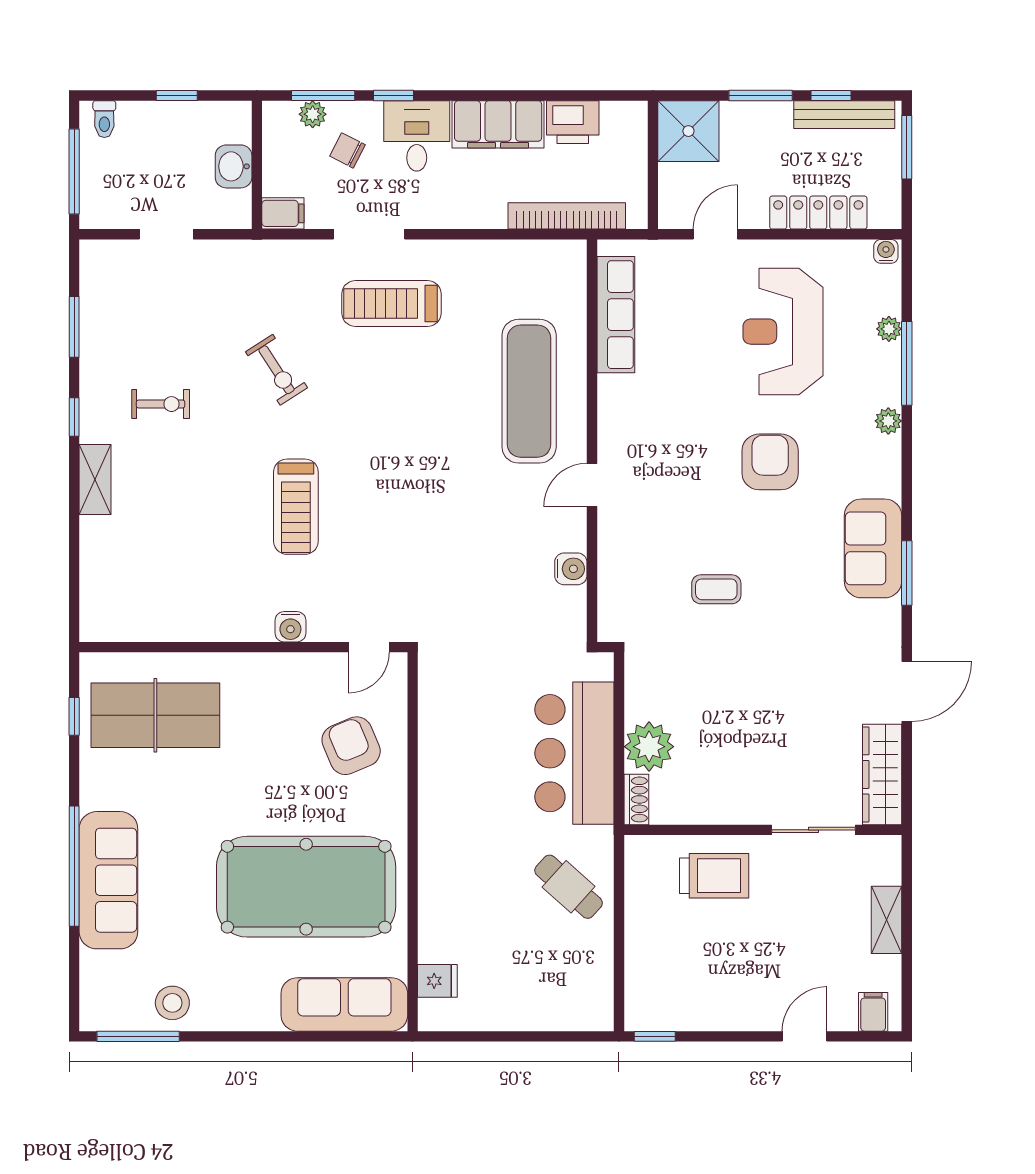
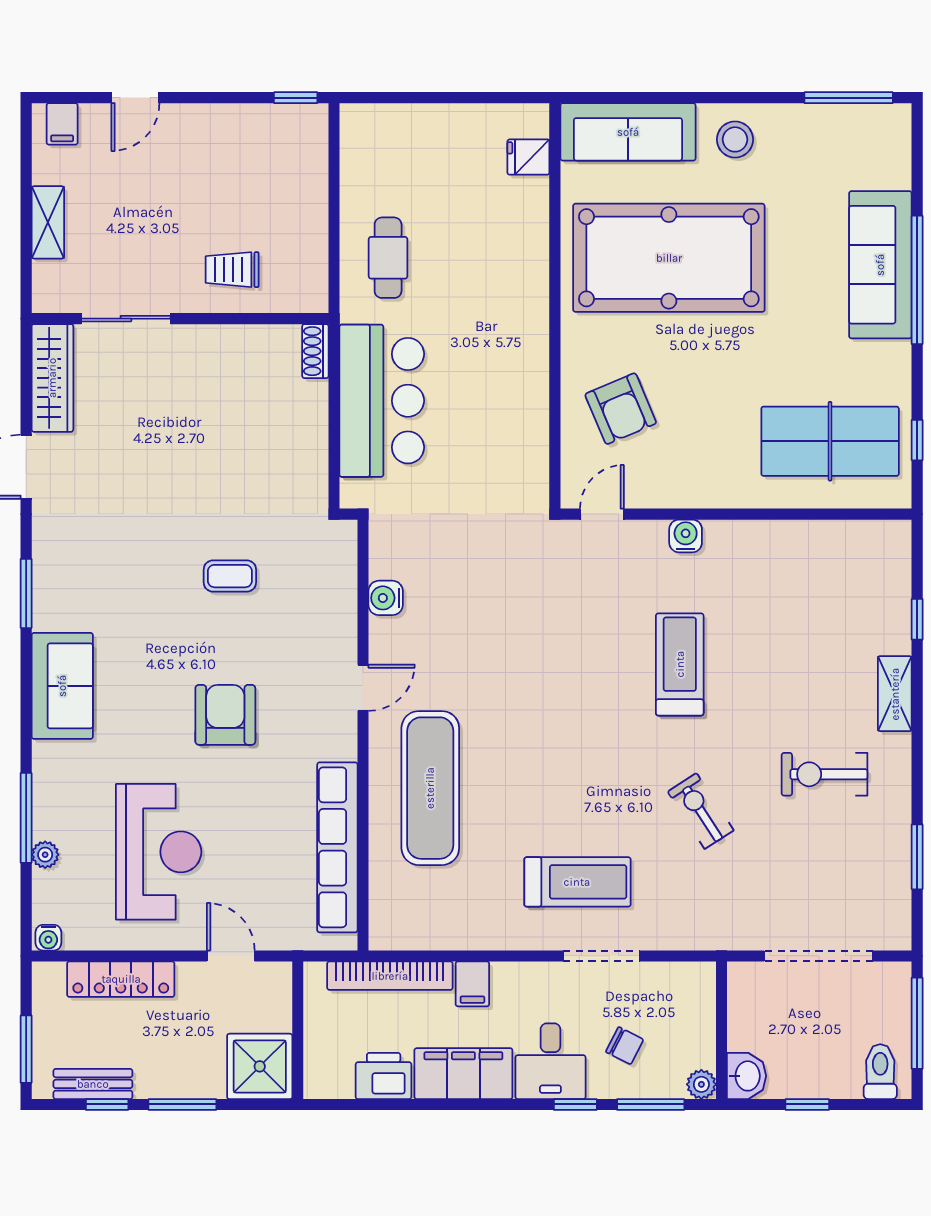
plant: (313, 114) -> (701, 1084), moved
bench: (844, 115) -> (93, 1084), width x0.73
toilet: (104, 119) -> (880, 1072), width x1.37, depth x1.39
washbasin: (234, 166) -> (746, 1076), moved
filing cabinet: (283, 213) -> (472, 984), moved, turned -90
doorway: (166, 234) -> (819, 956), width x1.88
door: (715, 234) -> (231, 956), swing flipped
row of seats: (616, 315) -> (337, 847), width x1.36
exercise bike: (161, 404) -> (825, 774), width x1.38, depth x1.39
window: (74, 417) -> (917, 619), moved
plant: (888, 421) -> (46, 756), removed
armchair: (770, 462) -> (225, 715), moved, turned 180
sofa: (873, 548) -> (62, 686), moved
plant: (649, 747) -> (302, 408), removed
trolley: (714, 876) -> (232, 270), width x0.73, depth x0.72
cafe table: (569, 887) -> (388, 258), turned 48
stool: (172, 1003) -> (735, 139), moved

